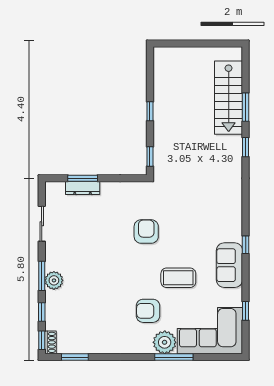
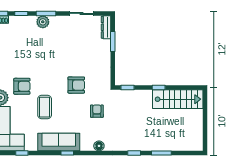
stairs: (229, 98) -> (178, 99), moved, turned 180
dresser: (83, 188) -> (106, 27), moved
floor lamp: (235, 198) -> (99, 146), added
armchair: (184, 201) -> (97, 111), added
sofa: (229, 265) -> (59, 142), width x1.36
armchair: (148, 311) -> (22, 86), turned 90

